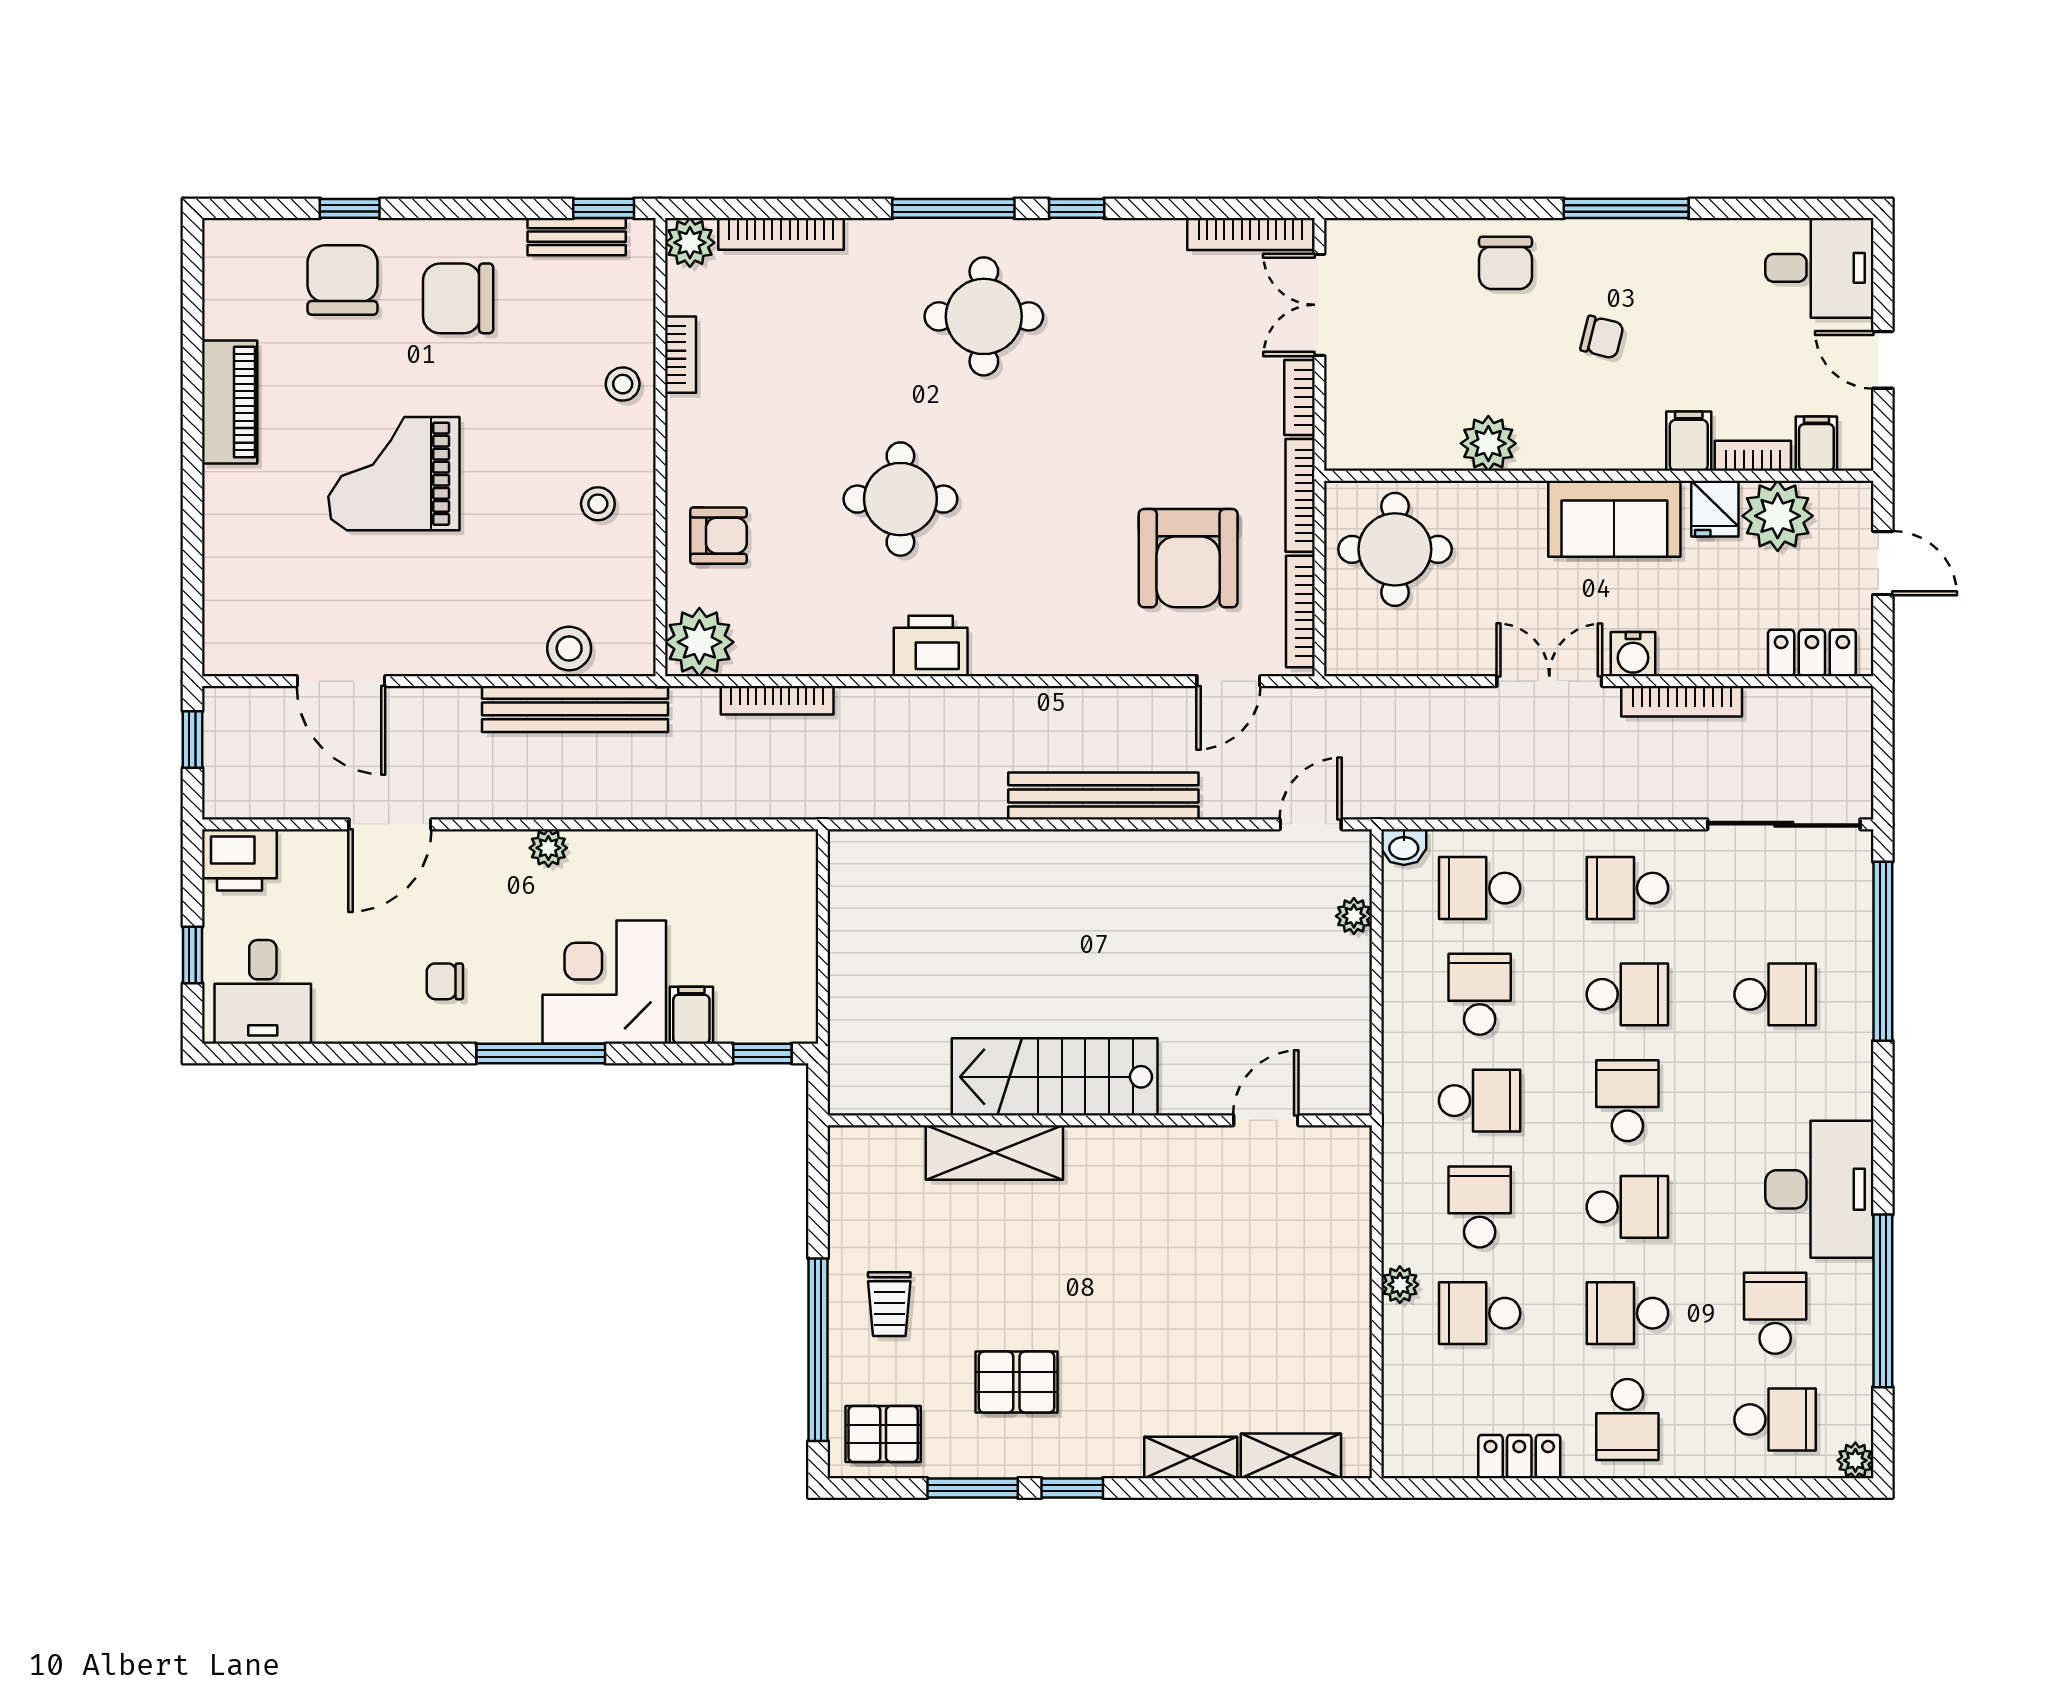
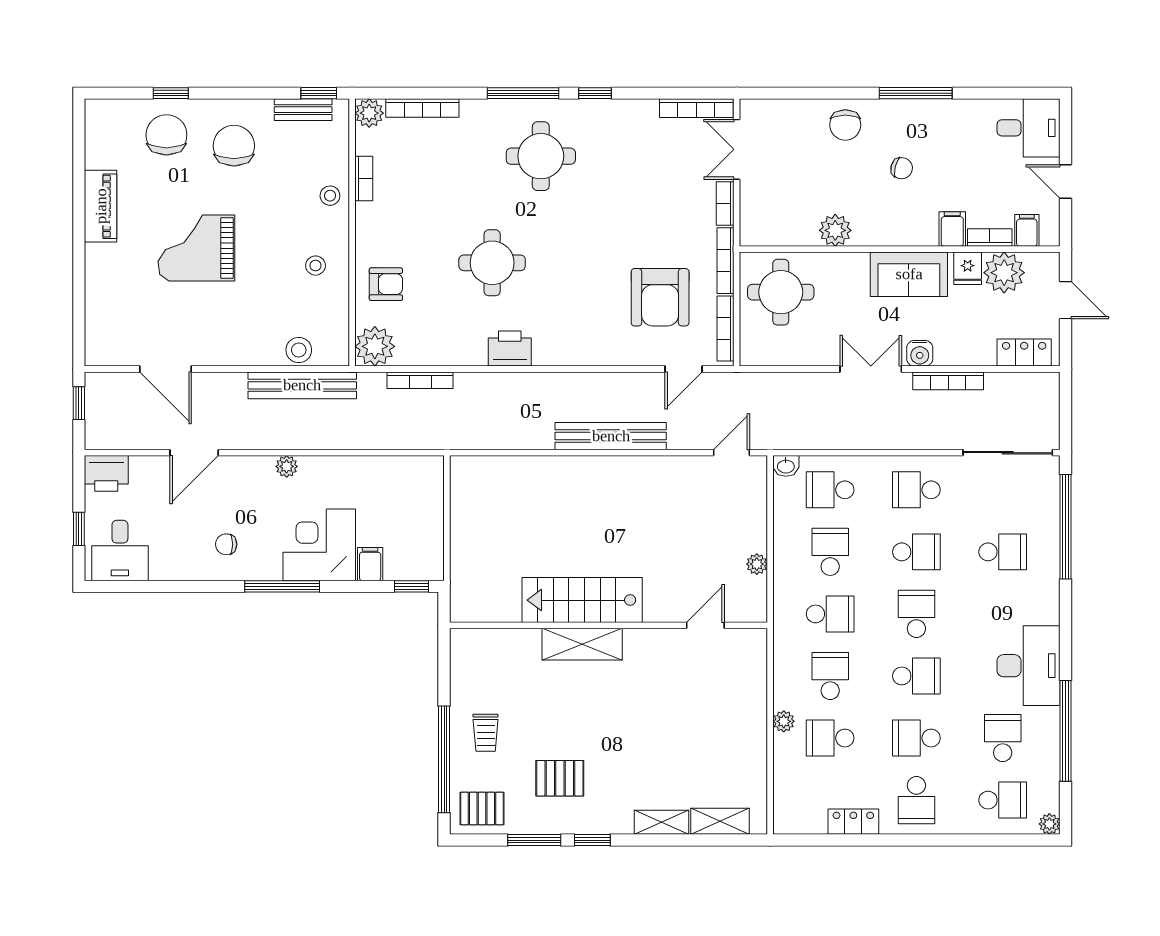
chair: (458, 298) -> (234, 146), turned 90
plant: (1354, 916) -> (757, 564), moved
shelving: (994, 1152) -> (582, 644), moved

